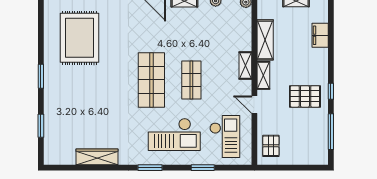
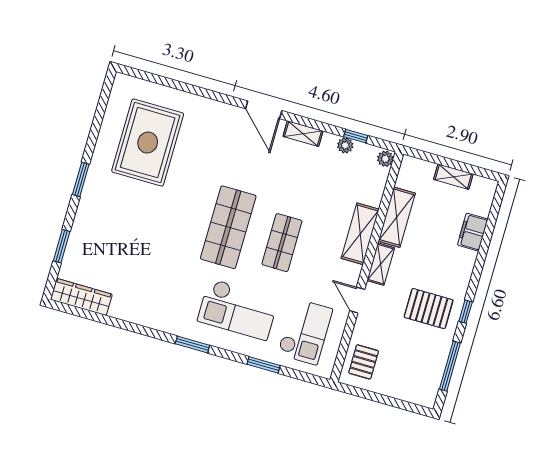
shelving: (245, 66) -> (360, 234), width x1.50, depth x1.33
wardrobe: (97, 157) -> (81, 297), moved

